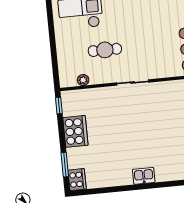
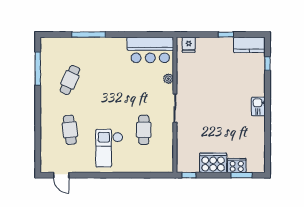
plant: (83, 80) -> (168, 79), moved
cooker: (77, 180) -> (237, 166), moved

